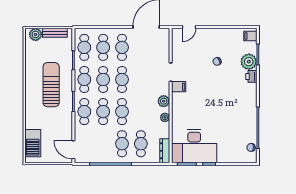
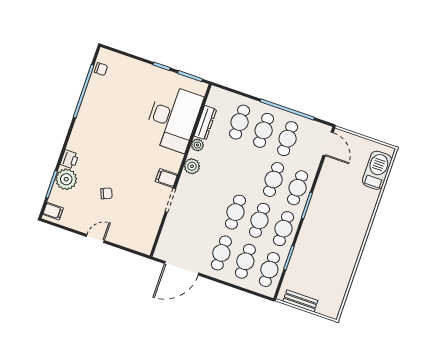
door: (189, 27) -> (95, 238), moved
plant: (36, 34) -> (326, 307), removed
sun lounger: (51, 85) -> (328, 237), removed
cafe table: (122, 112) -> (288, 139), moved
desk: (194, 146) -> (173, 118), moved, turned 90
dresser: (165, 151) -> (205, 123), moved

